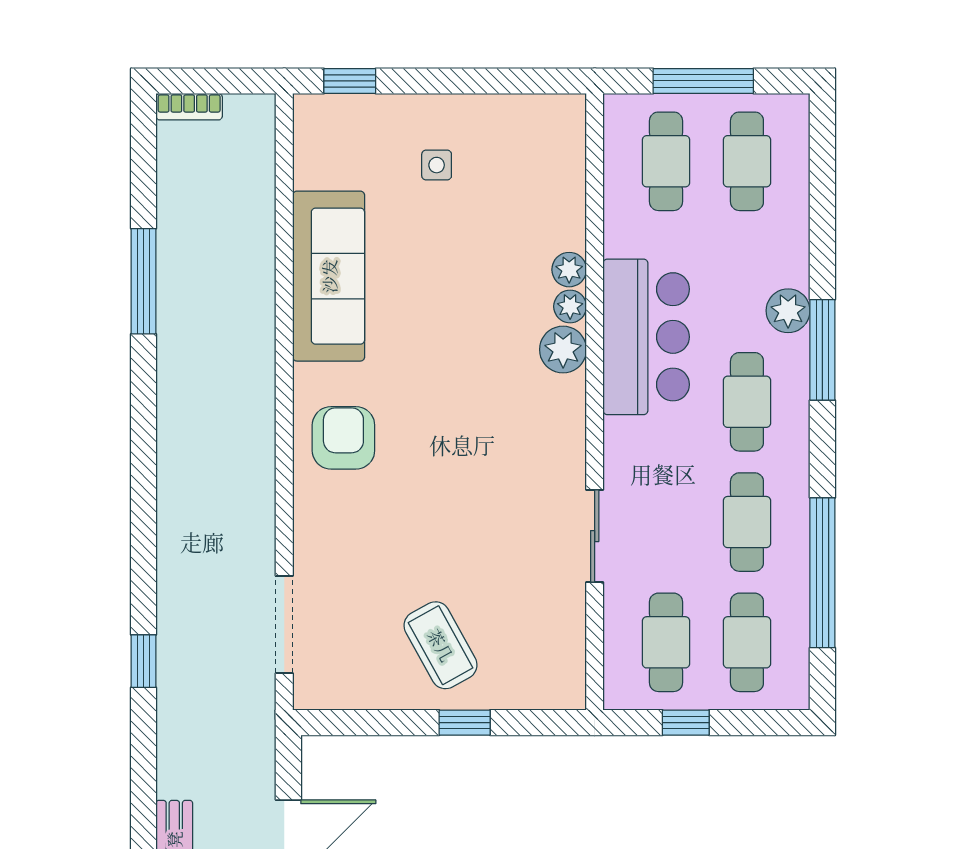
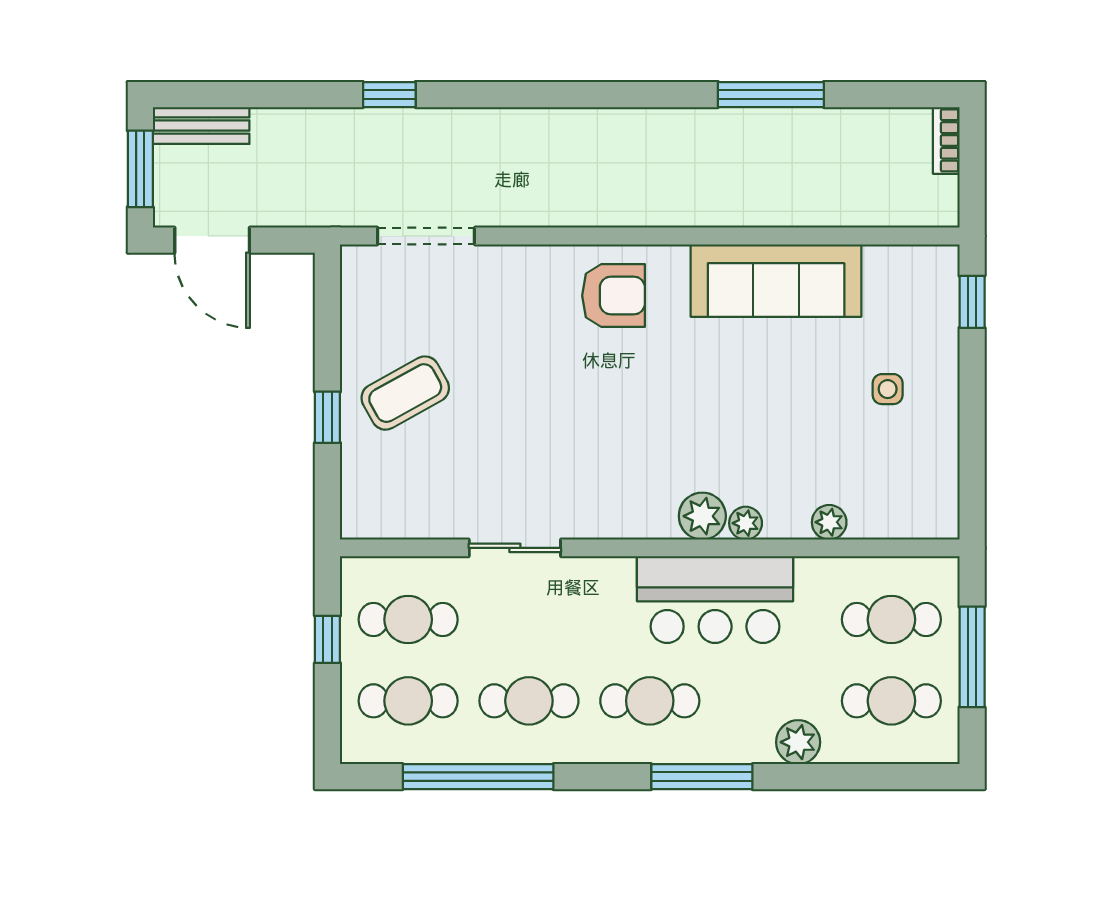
plant: (569, 270) -> (829, 522), moved
plant: (788, 311) -> (798, 742), moved

